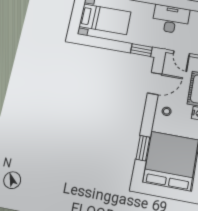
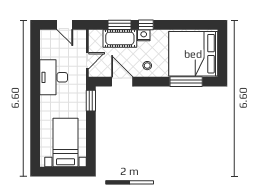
window: (143, 148) -> (186, 82), width x1.44

